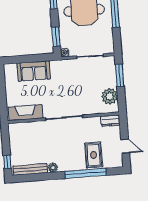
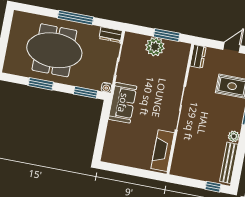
dresser: (109, 44) -> (111, 35), added
sofa: (34, 71) -> (123, 103), moved
window: (120, 75) -> (167, 35), moved
plant: (110, 96) -> (155, 47), moved

